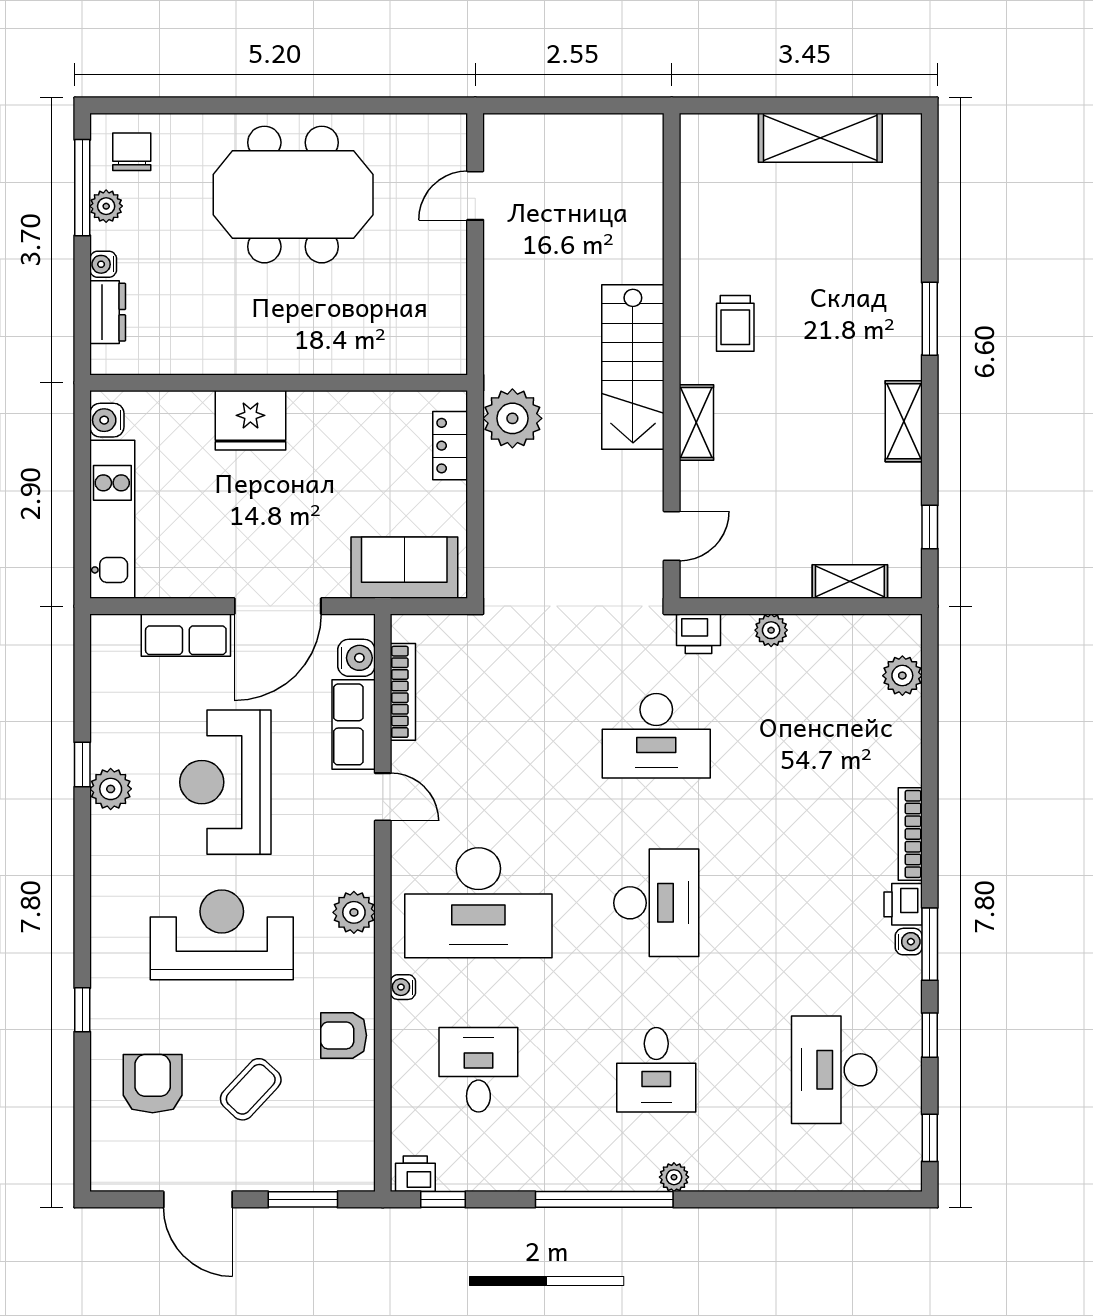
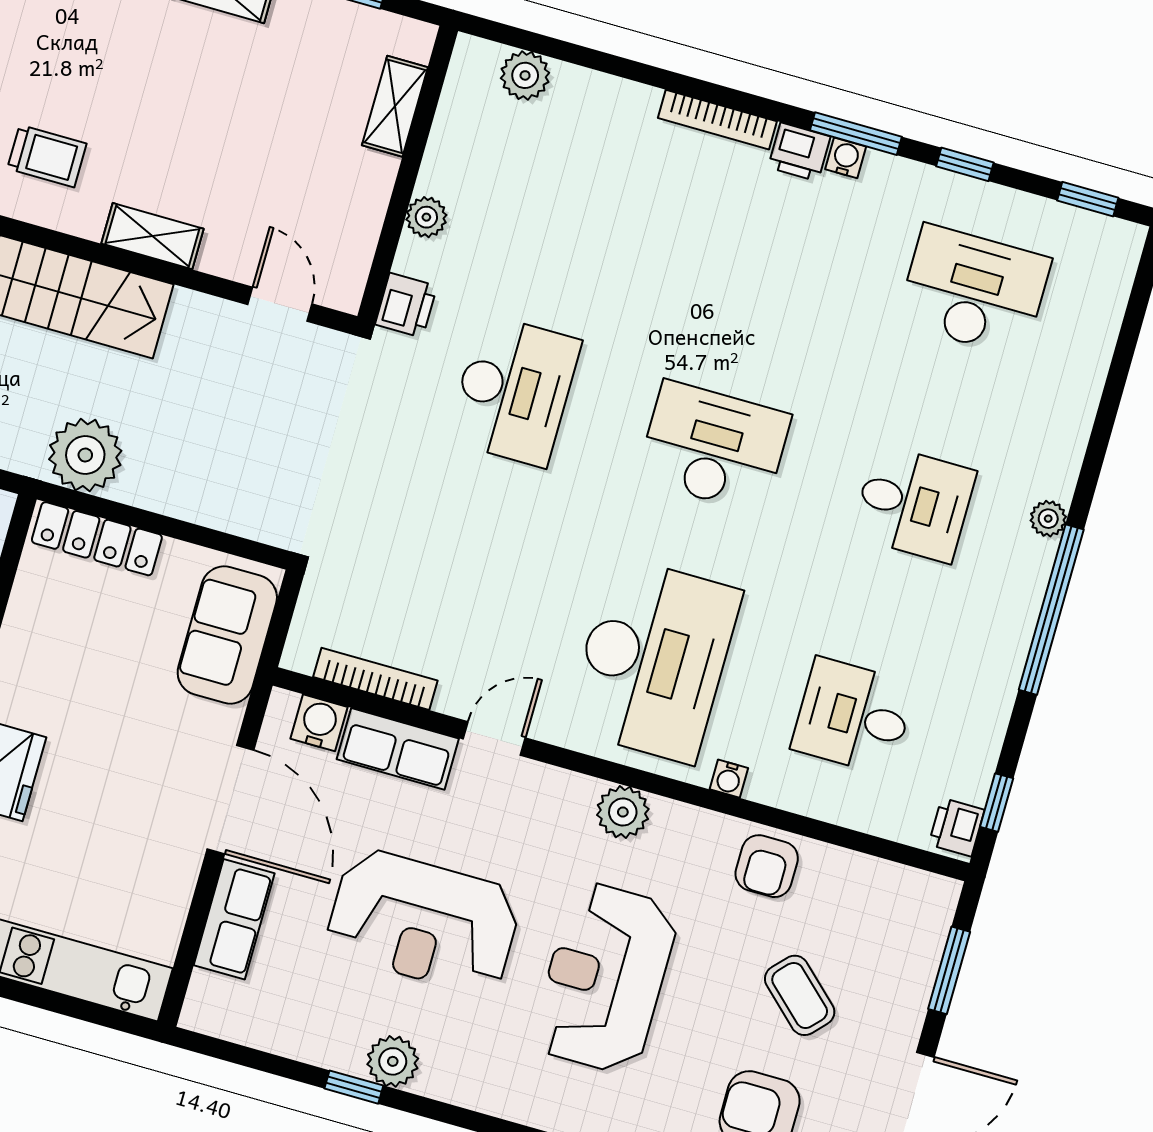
locker: (450, 446) -> (97, 539), width x1.53
desk: (834, 1070) -> (974, 291), turned 180

